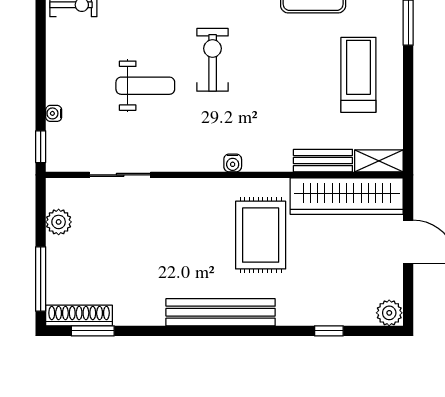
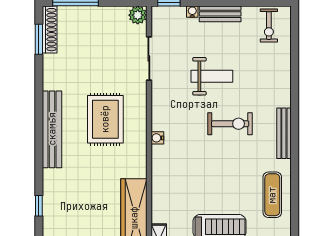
weight bench: (145, 86) -> (212, 76), turned -90
bench: (323, 161) -> (220, 14), moved, turned 90
plant: (59, 222) -> (138, 15), moved
rug: (261, 235) -> (105, 119), moved, turned 90

